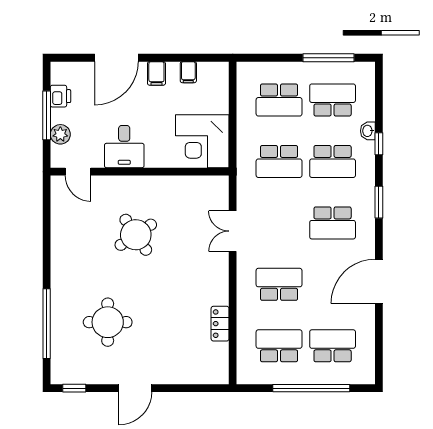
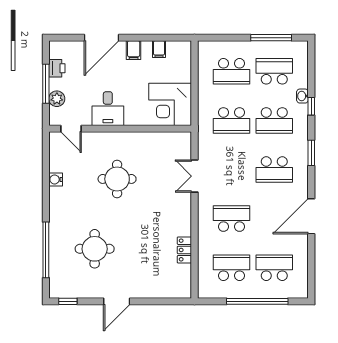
water cooler: (59, 235) -> (56, 179), added
round table: (136, 235) -> (117, 179), turned 34

